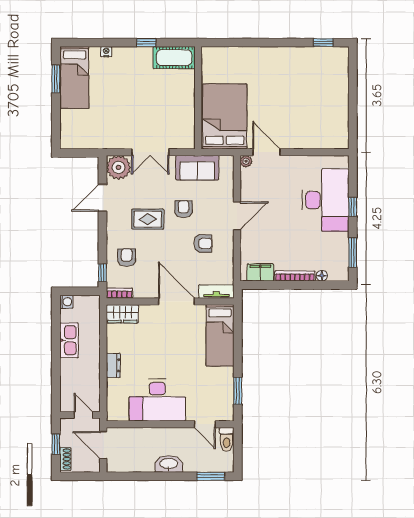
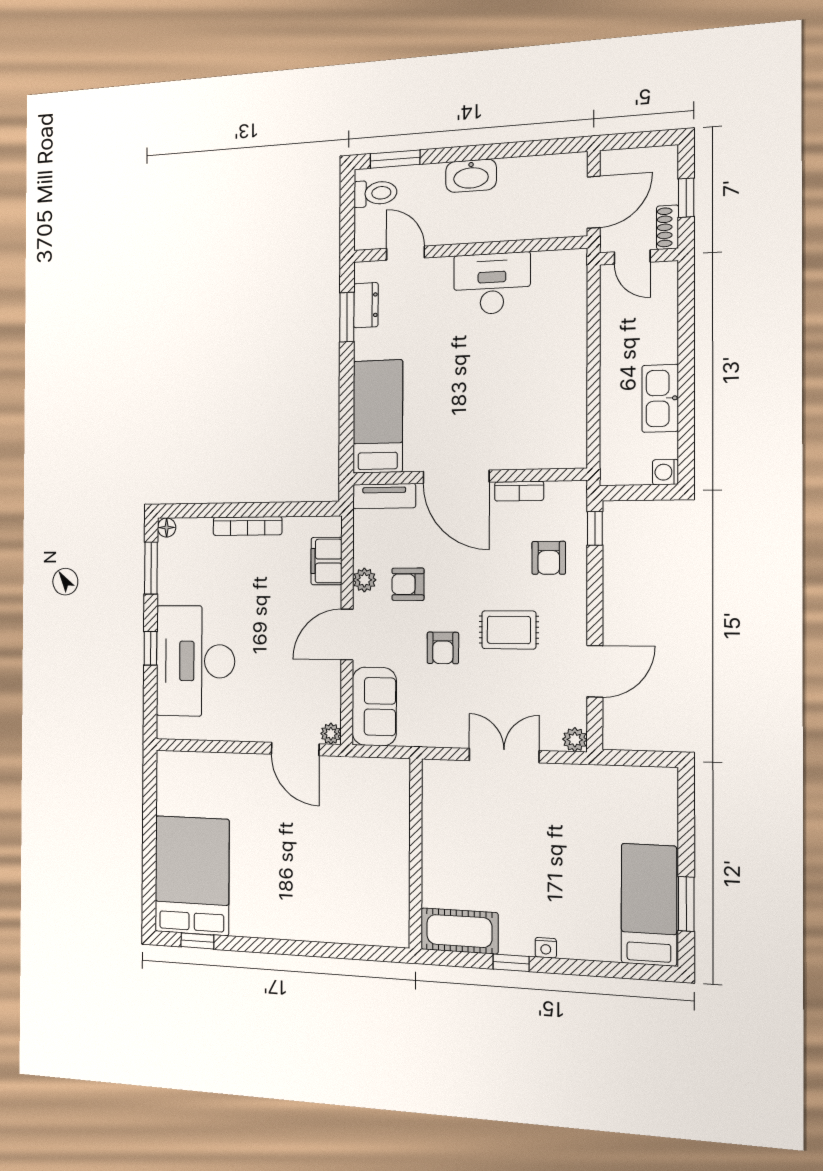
nightstand: (106, 52) -> (546, 948), moved
bed: (225, 116) -> (192, 875), moved, turned 180
plant: (119, 167) -> (575, 740), width x0.53, depth x0.53
sofa: (197, 168) -> (374, 706), moved, turned 90
plant: (227, 246) -> (364, 580), added
filing cabinet: (260, 272) -> (326, 561), moved, turned 90
floor lamp: (322, 276) -> (167, 527), moved
bookcase: (119, 293) -> (519, 491), moved
wardrobe: (122, 314) -> (557, 452), removed
dresser: (113, 365) -> (366, 305), moved, turned 180
desk: (157, 400) -> (492, 284), width x0.73, depth x0.77
toilet: (227, 439) -> (375, 193), moved, turned 90
door: (103, 445) -> (594, 202), hinge flipped
shoe rack: (65, 459) -> (667, 227), moved

